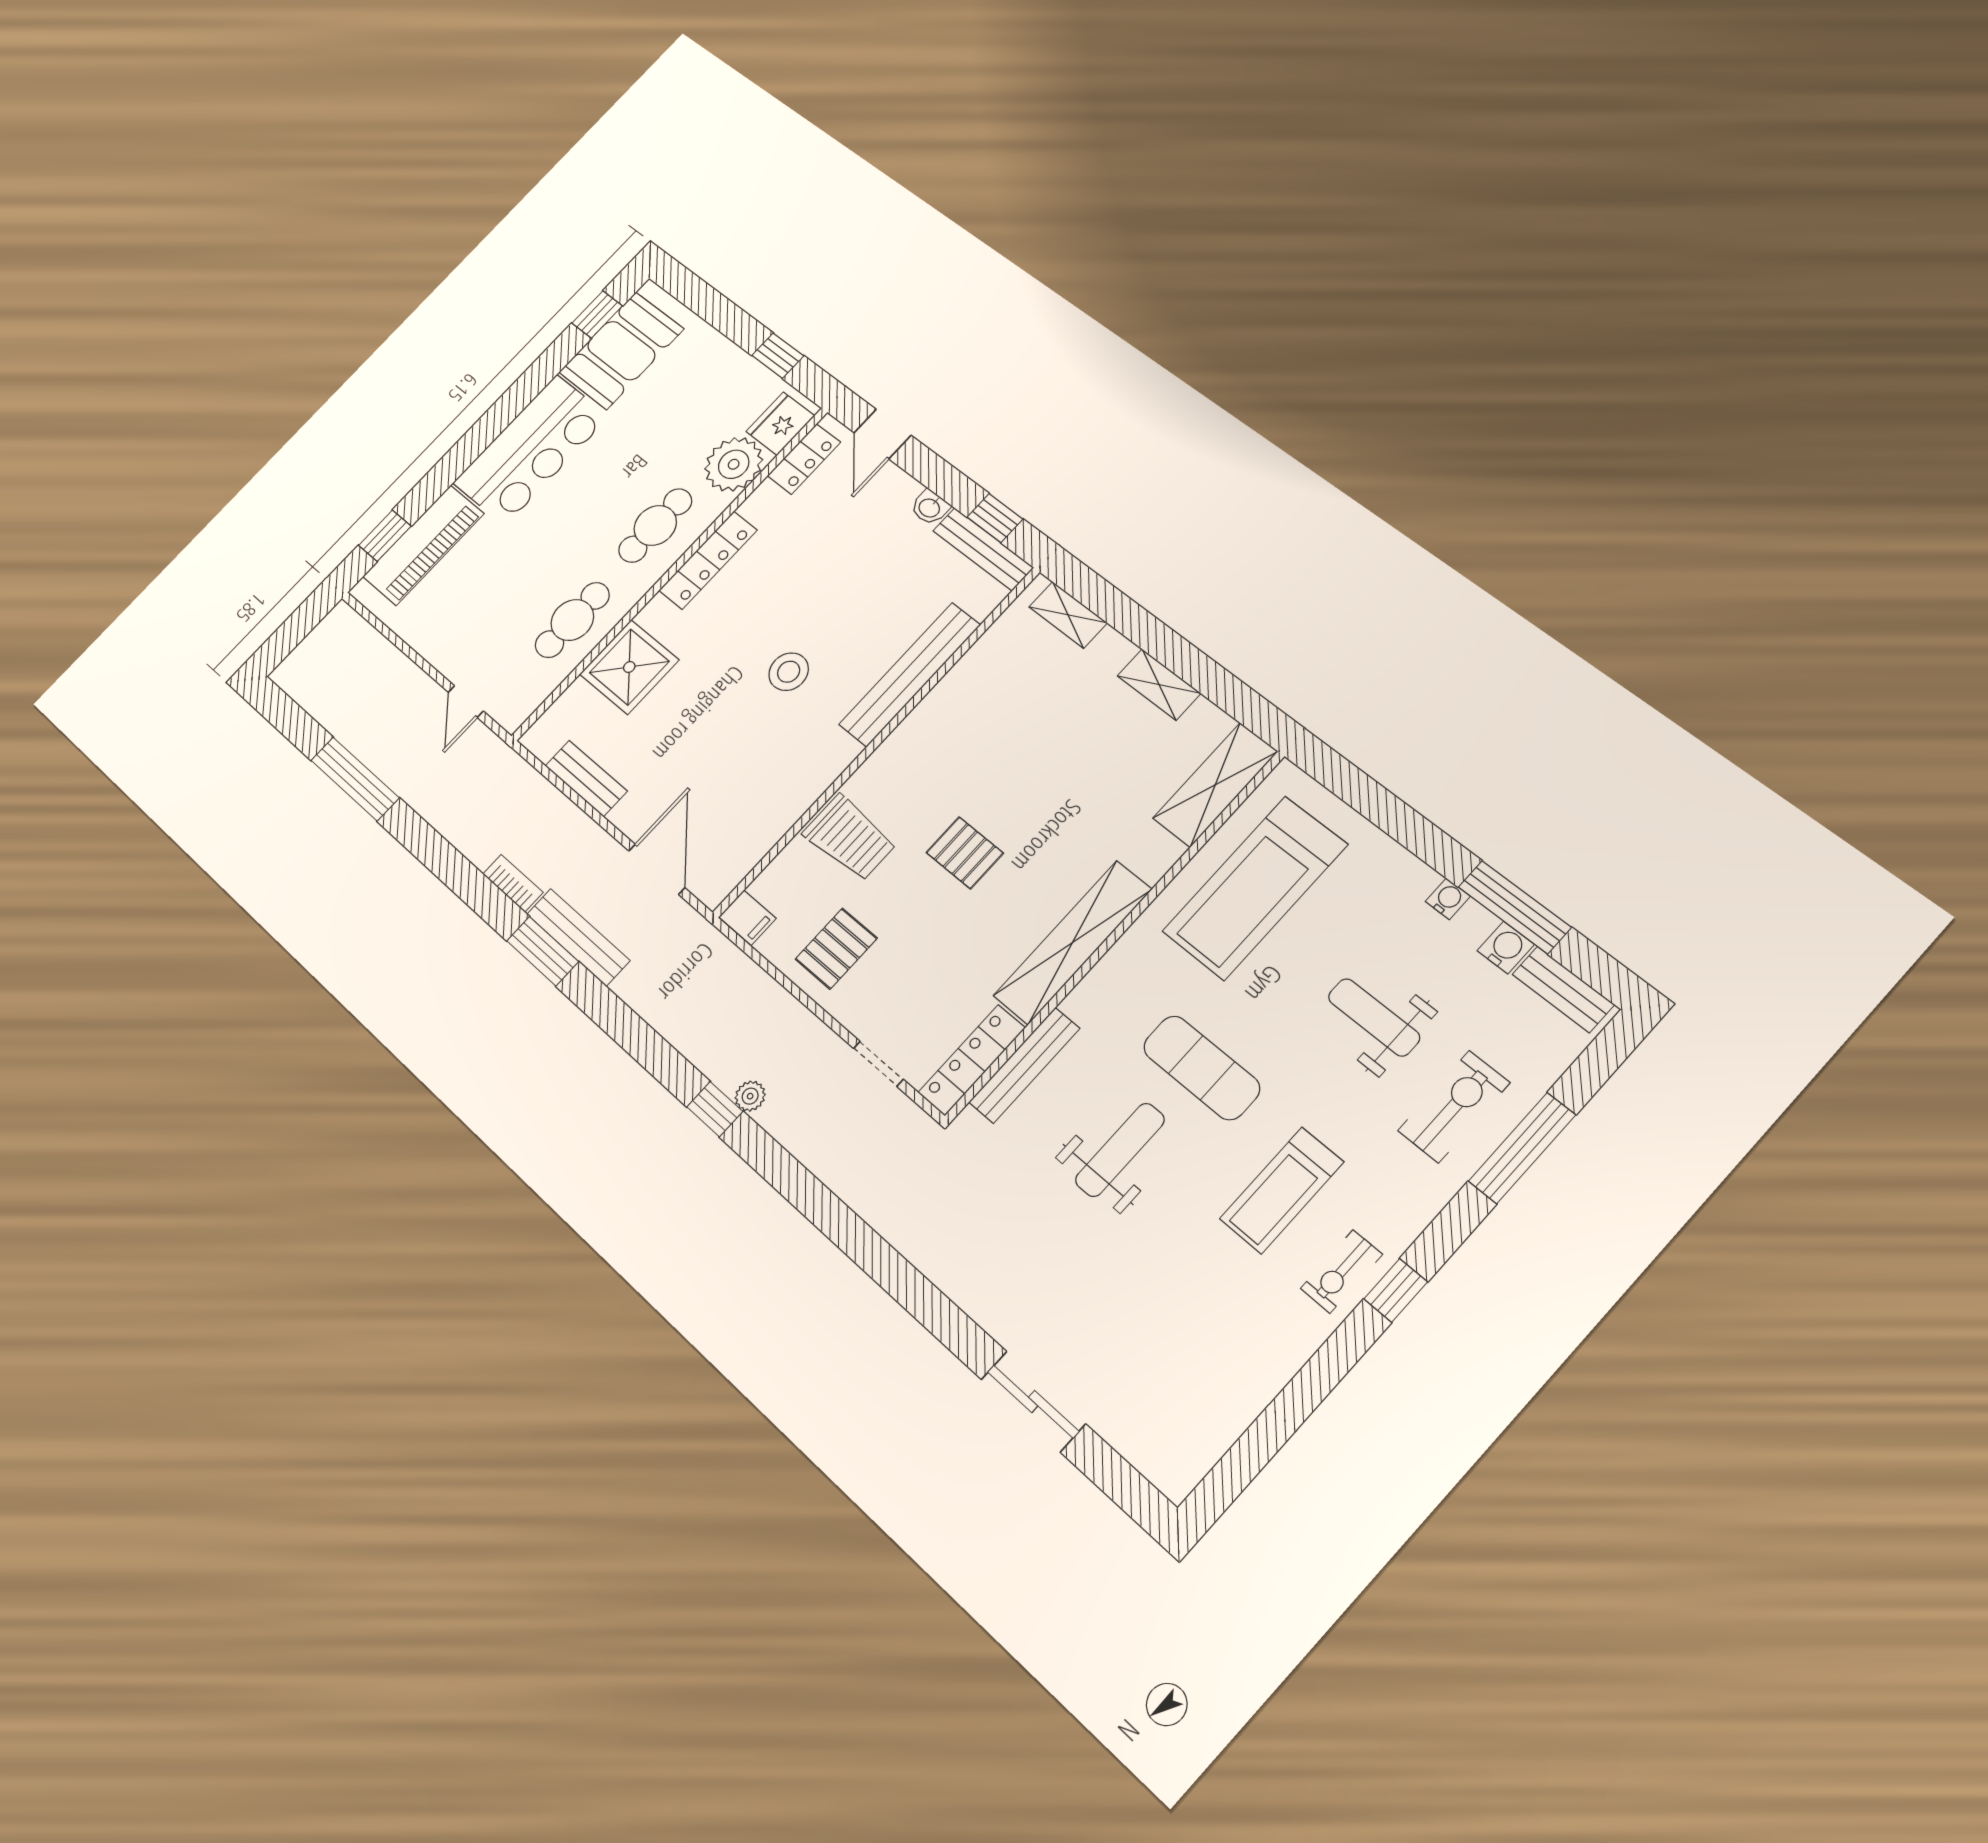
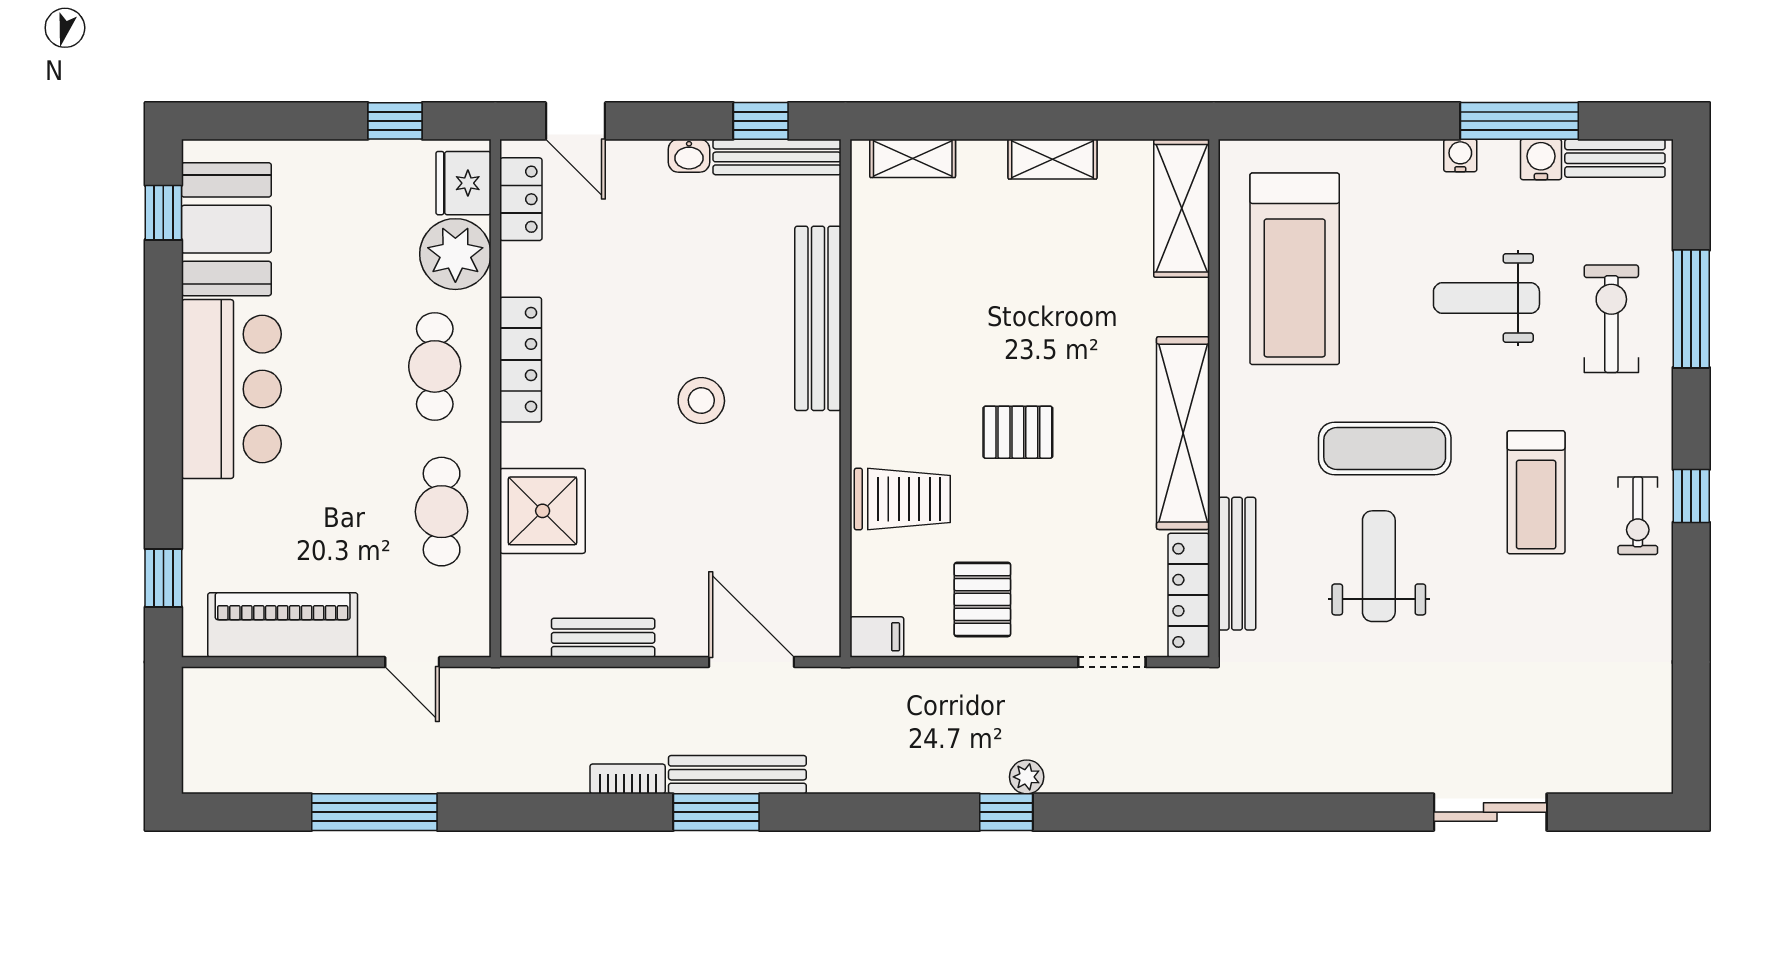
piano: (423, 545) -> (283, 625), moved, turned -90

